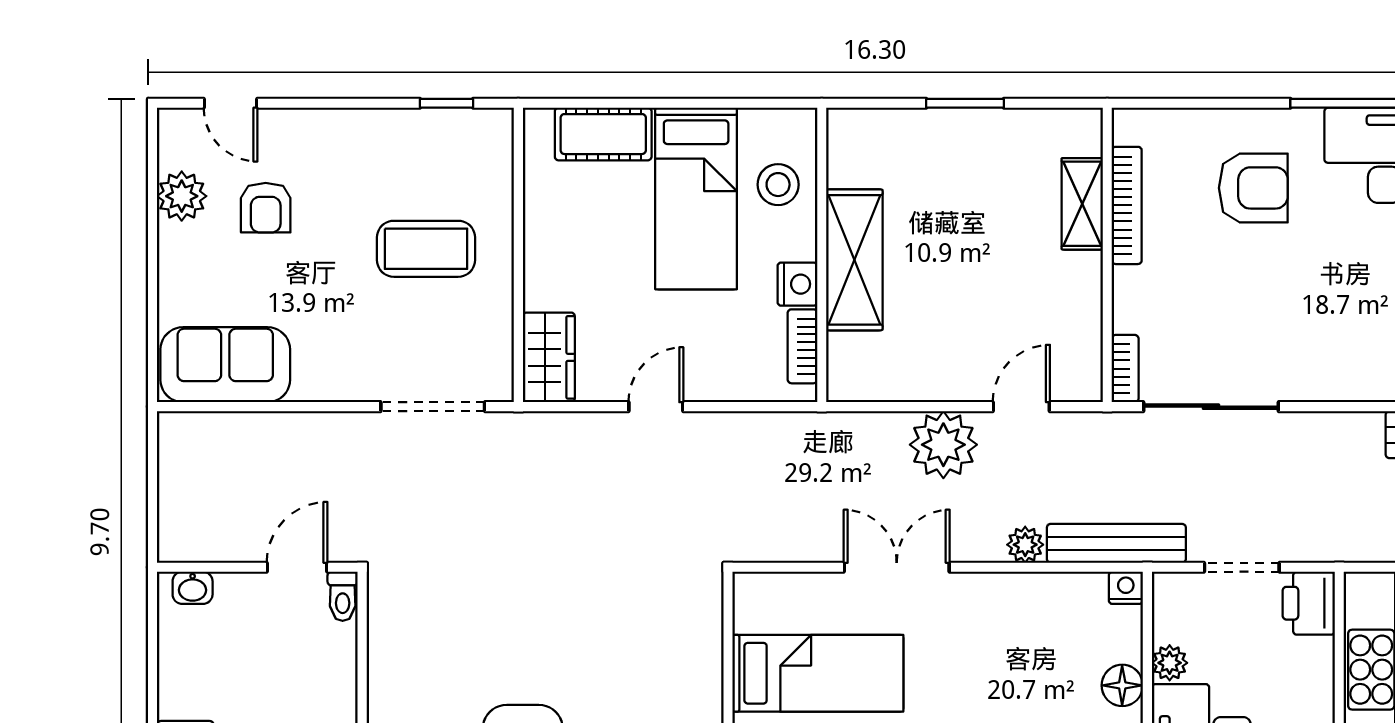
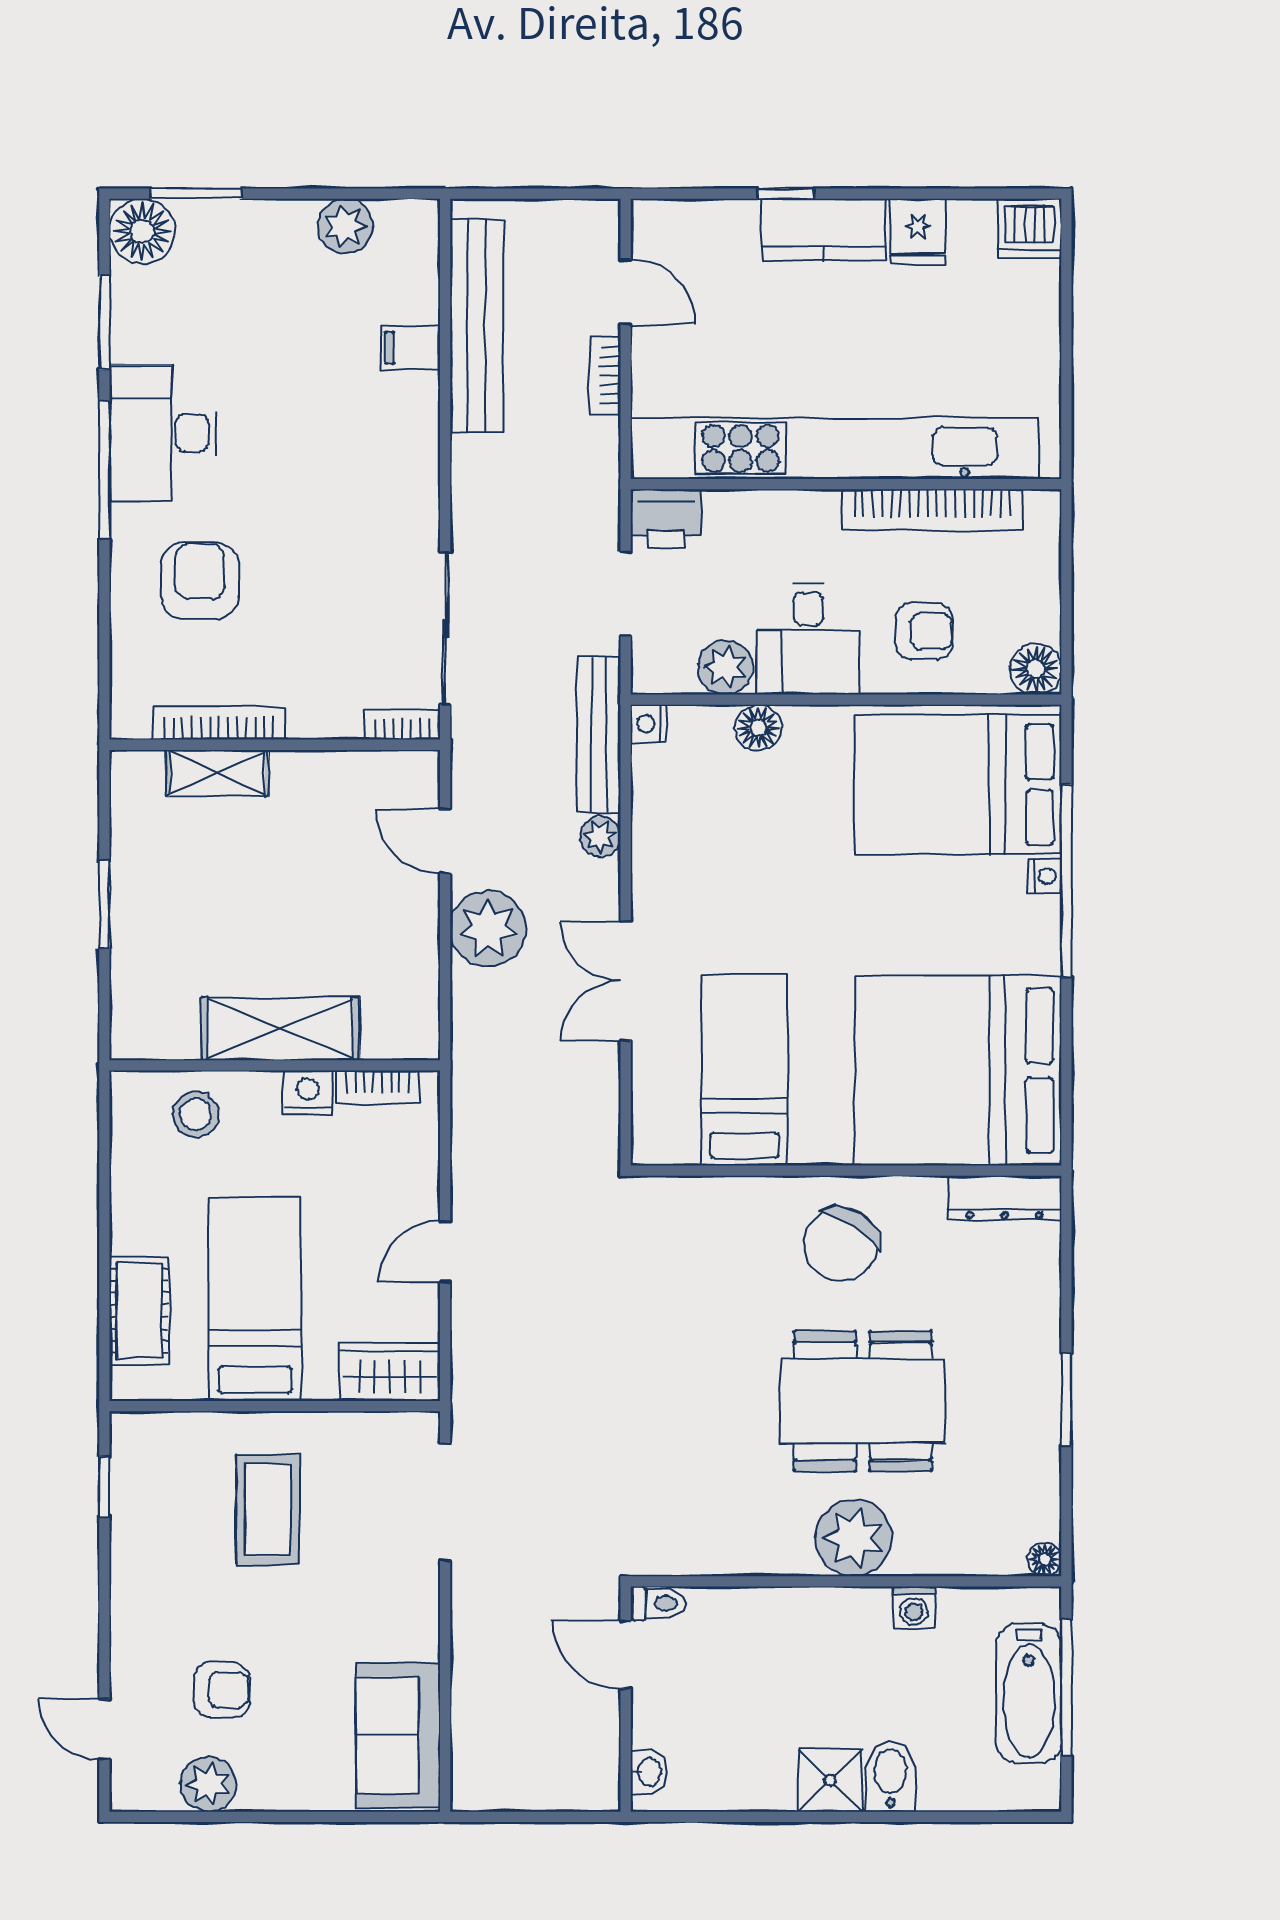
door: (231, 103) -> (104, 1729), swing flipped
bed: (696, 199) -> (255, 1299), moved, turned -90
door: (656, 407) -> (445, 1252), hinge flipped
plant: (1170, 663) -> (725, 667), width x1.38, depth x1.38

